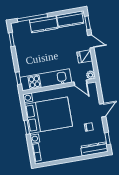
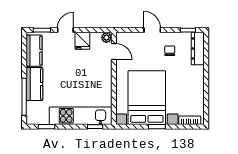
kitchen unit: (46, 80) -> (81, 116), moved, turned 90
door: (80, 83) -> (114, 52), hinge flipped

